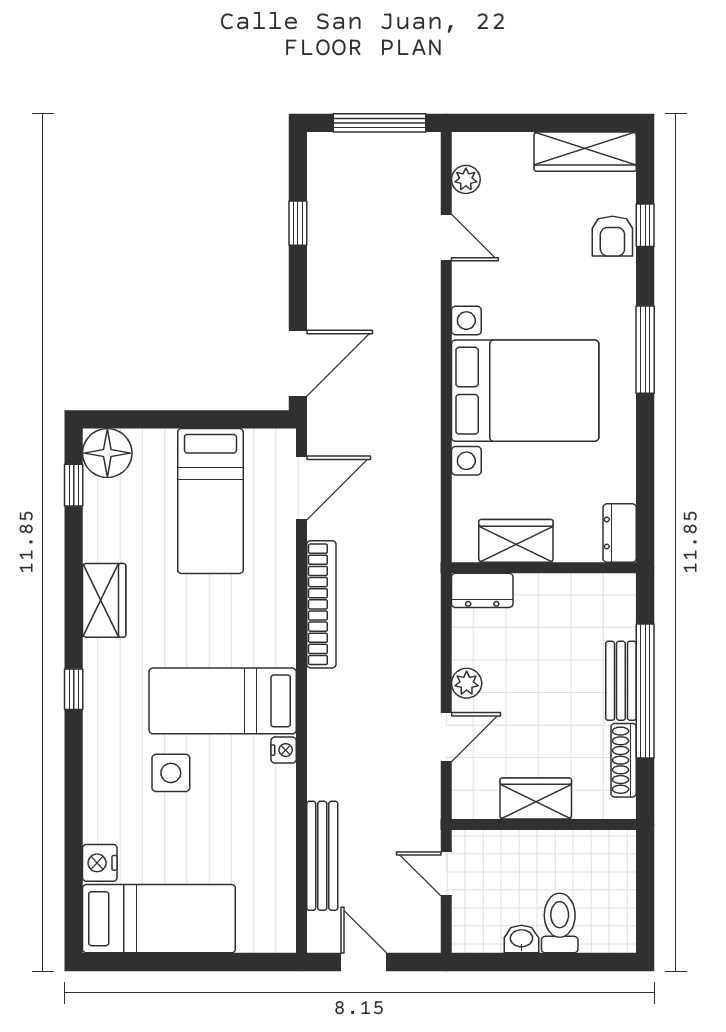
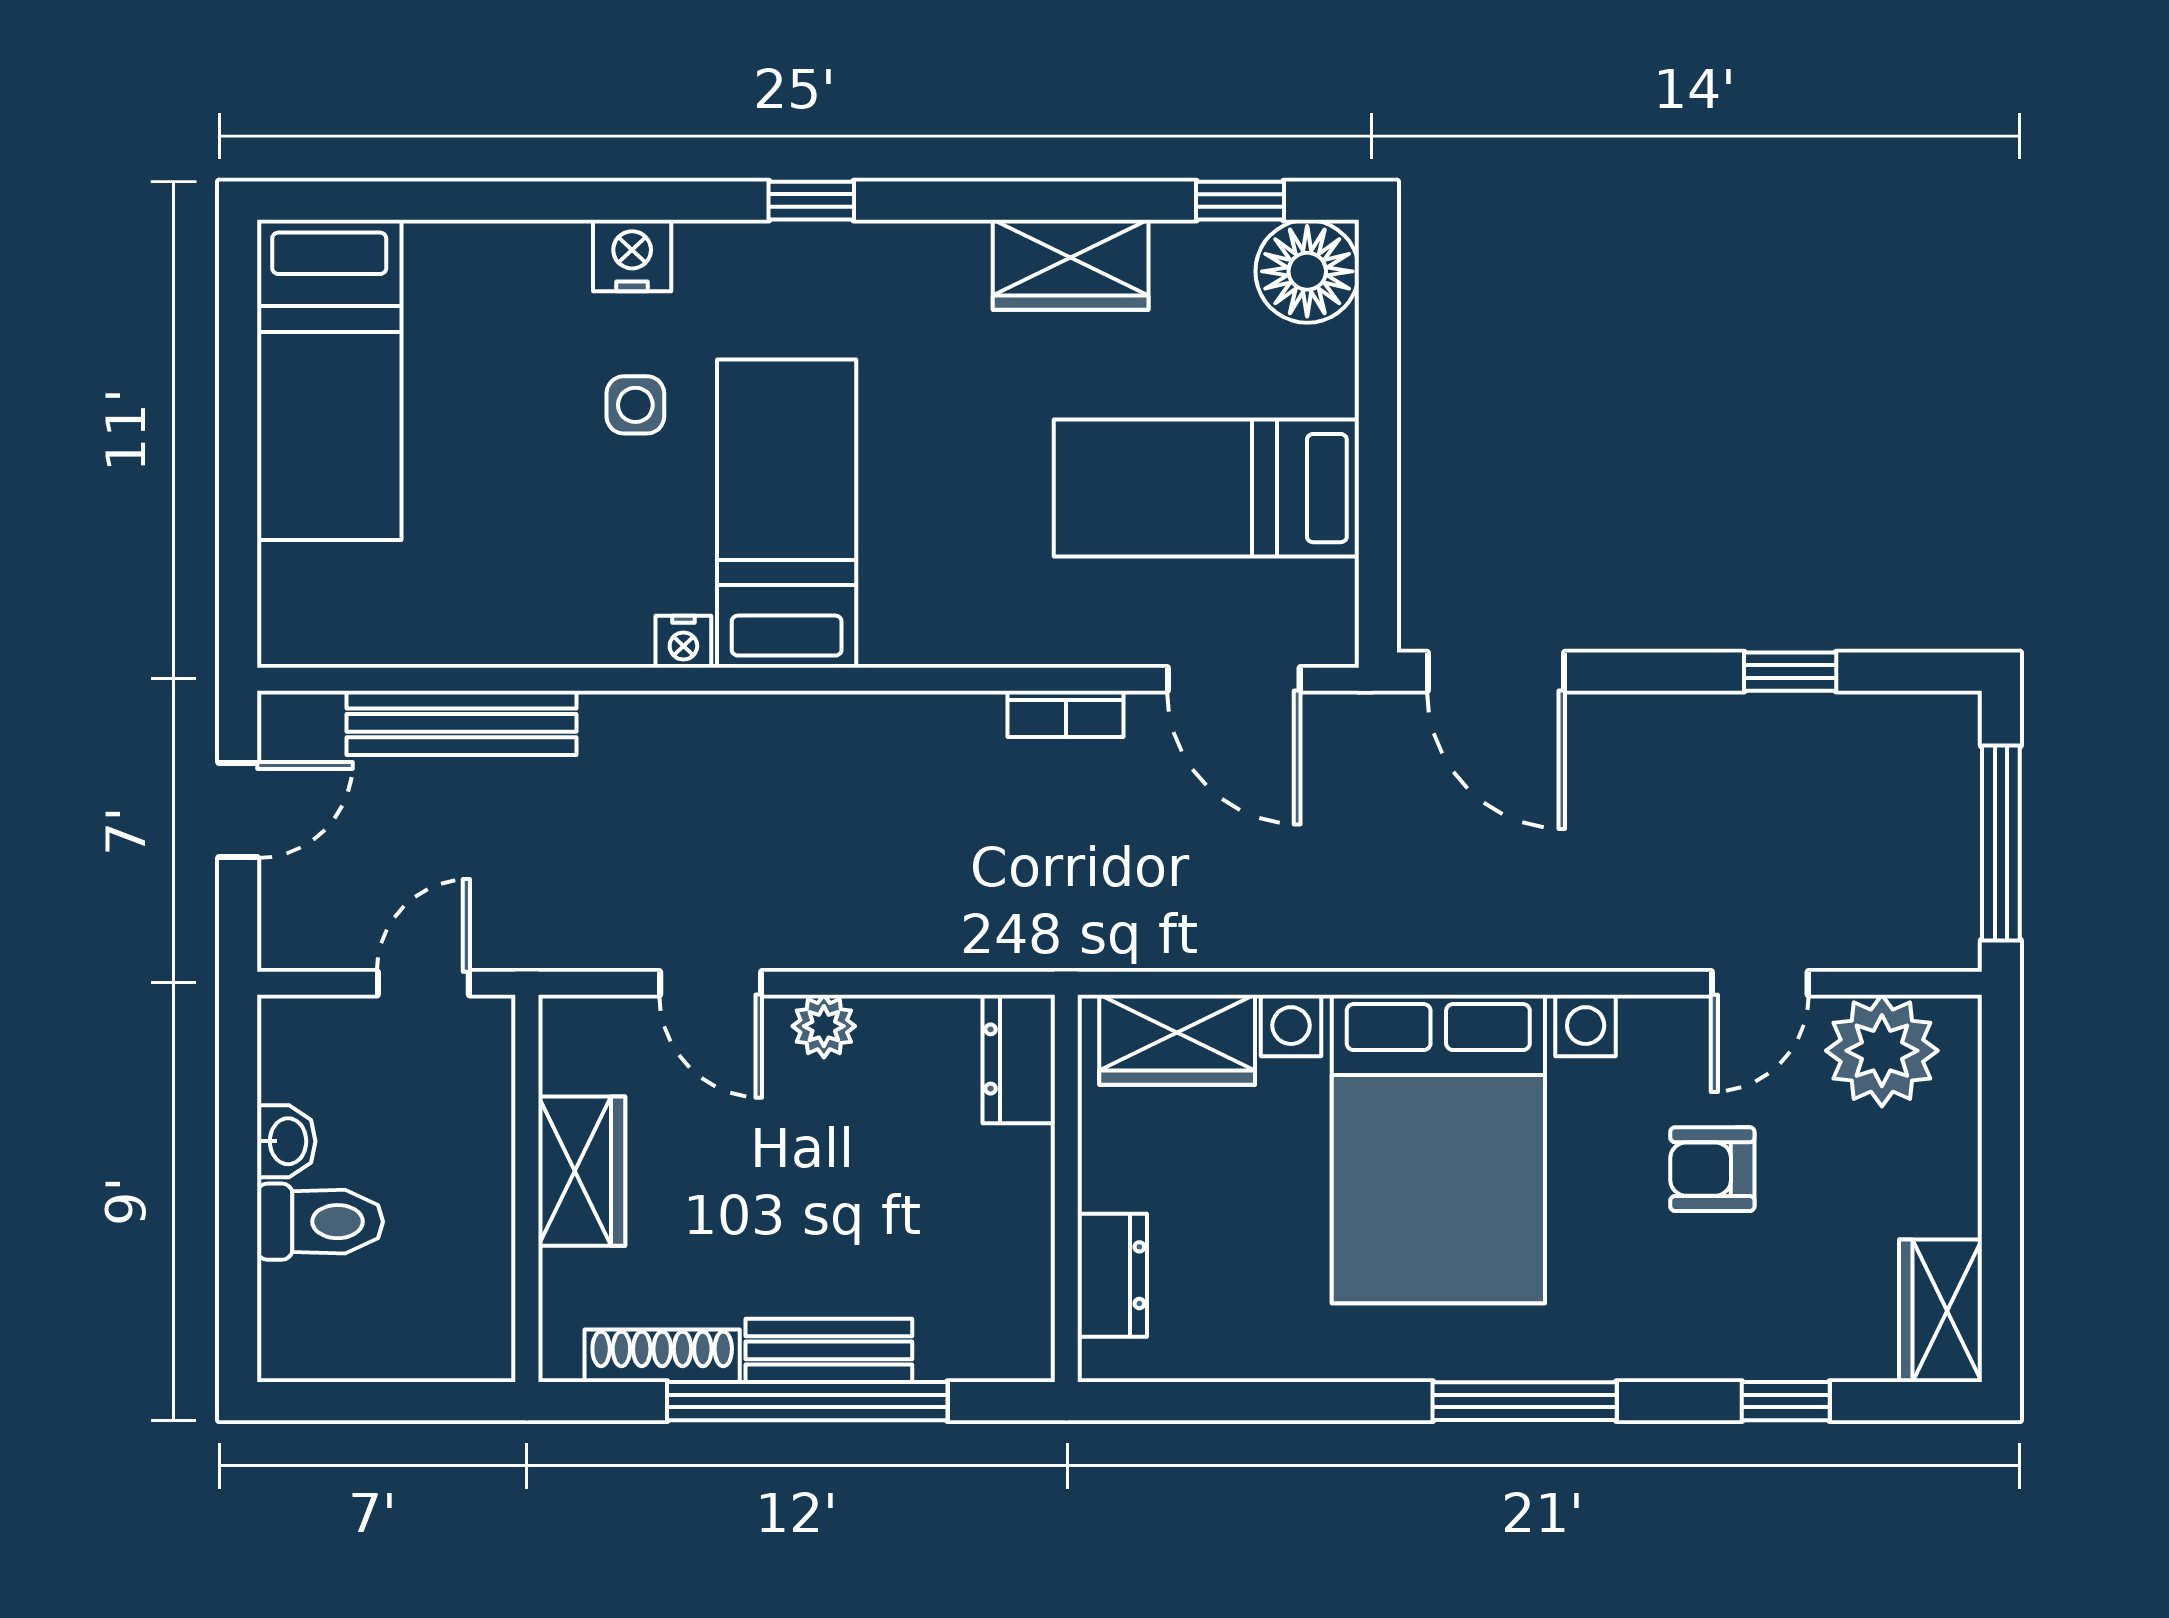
wardrobe: (585, 152) -> (1941, 1311), width x0.67
plant: (466, 179) -> (1882, 1051), width x1.87, depth x1.87
armchair: (612, 236) -> (1712, 1169), moved
dresser: (620, 533) -> (1112, 1275), moved, turned 90
wardrobe: (516, 541) -> (1177, 1040), moved, turned 90
wardrobe: (104, 600) -> (1071, 265), moved
bookcase: (321, 604) -> (1066, 714), width x0.43, depth x0.76
side table: (171, 773) -> (635, 405), width x0.73, depth x0.73
nightstand: (100, 863) -> (632, 256), moved

